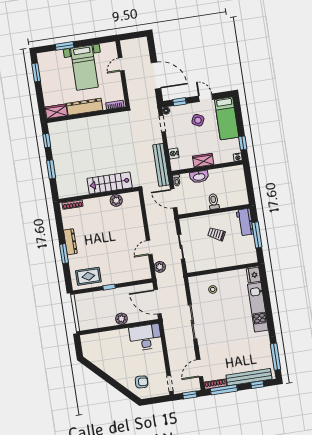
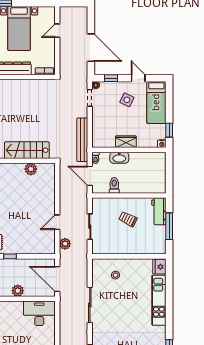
nightstand: (174, 153) -> (97, 130), removed
toilet: (214, 202) -> (114, 185), moved

